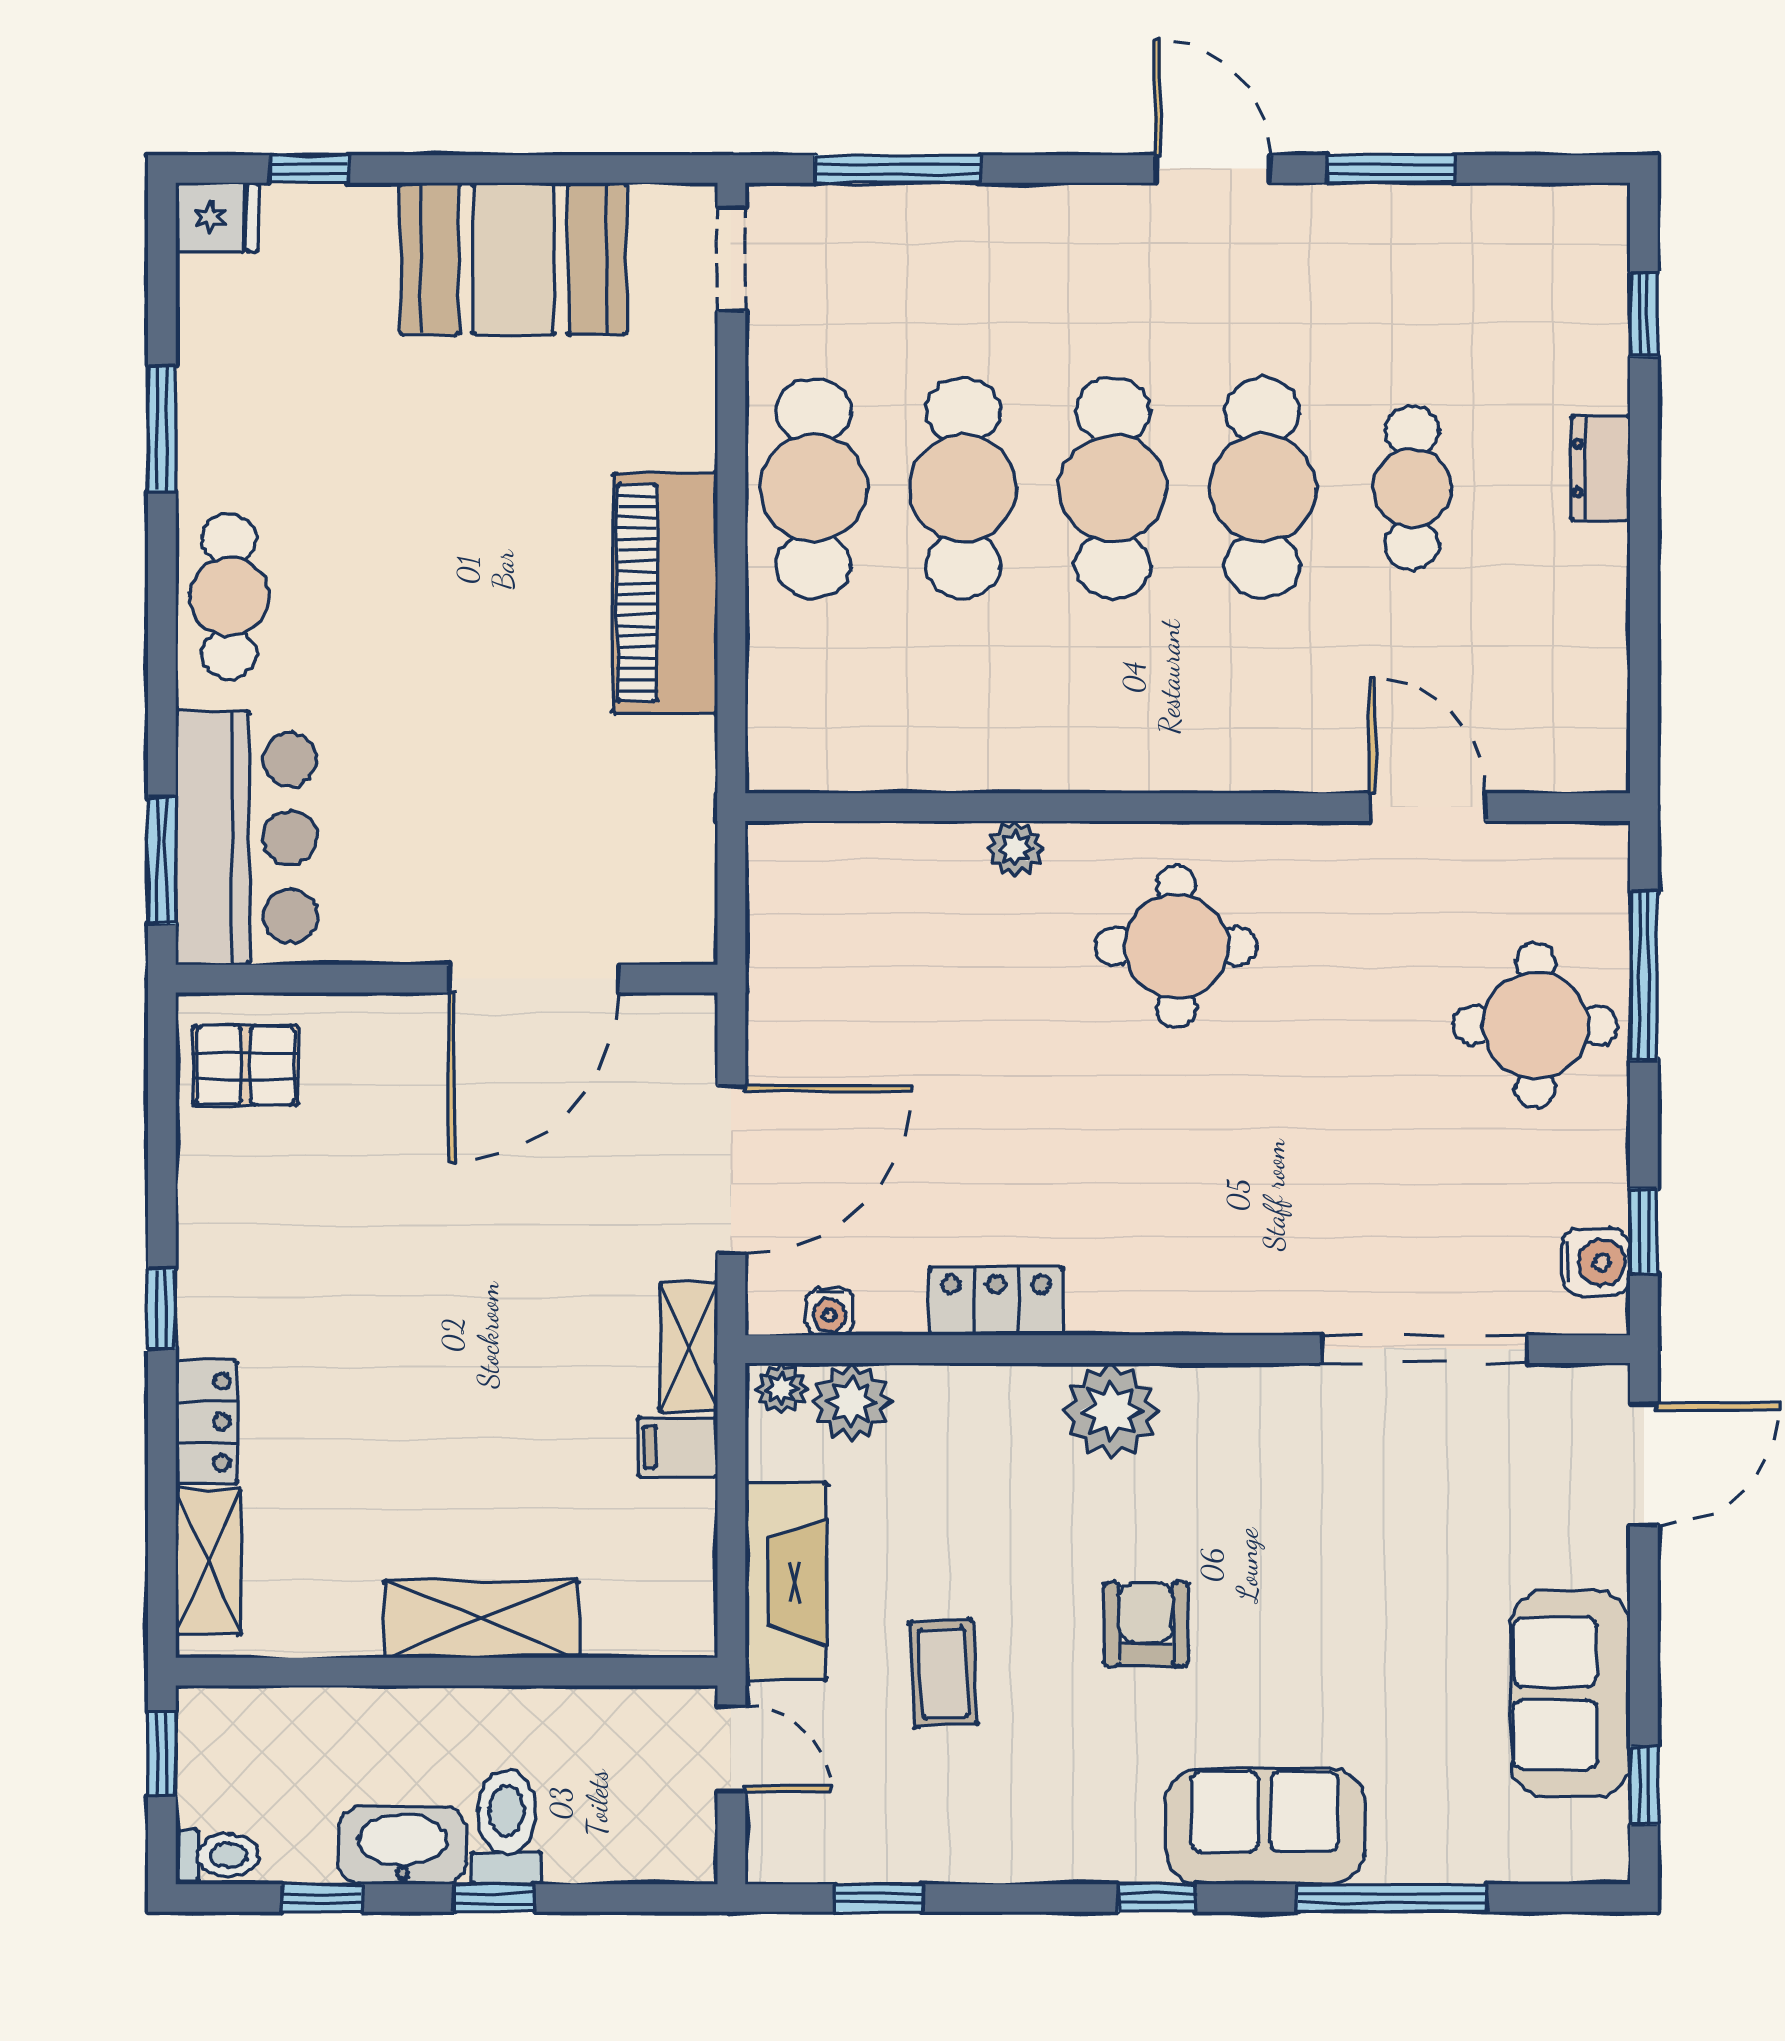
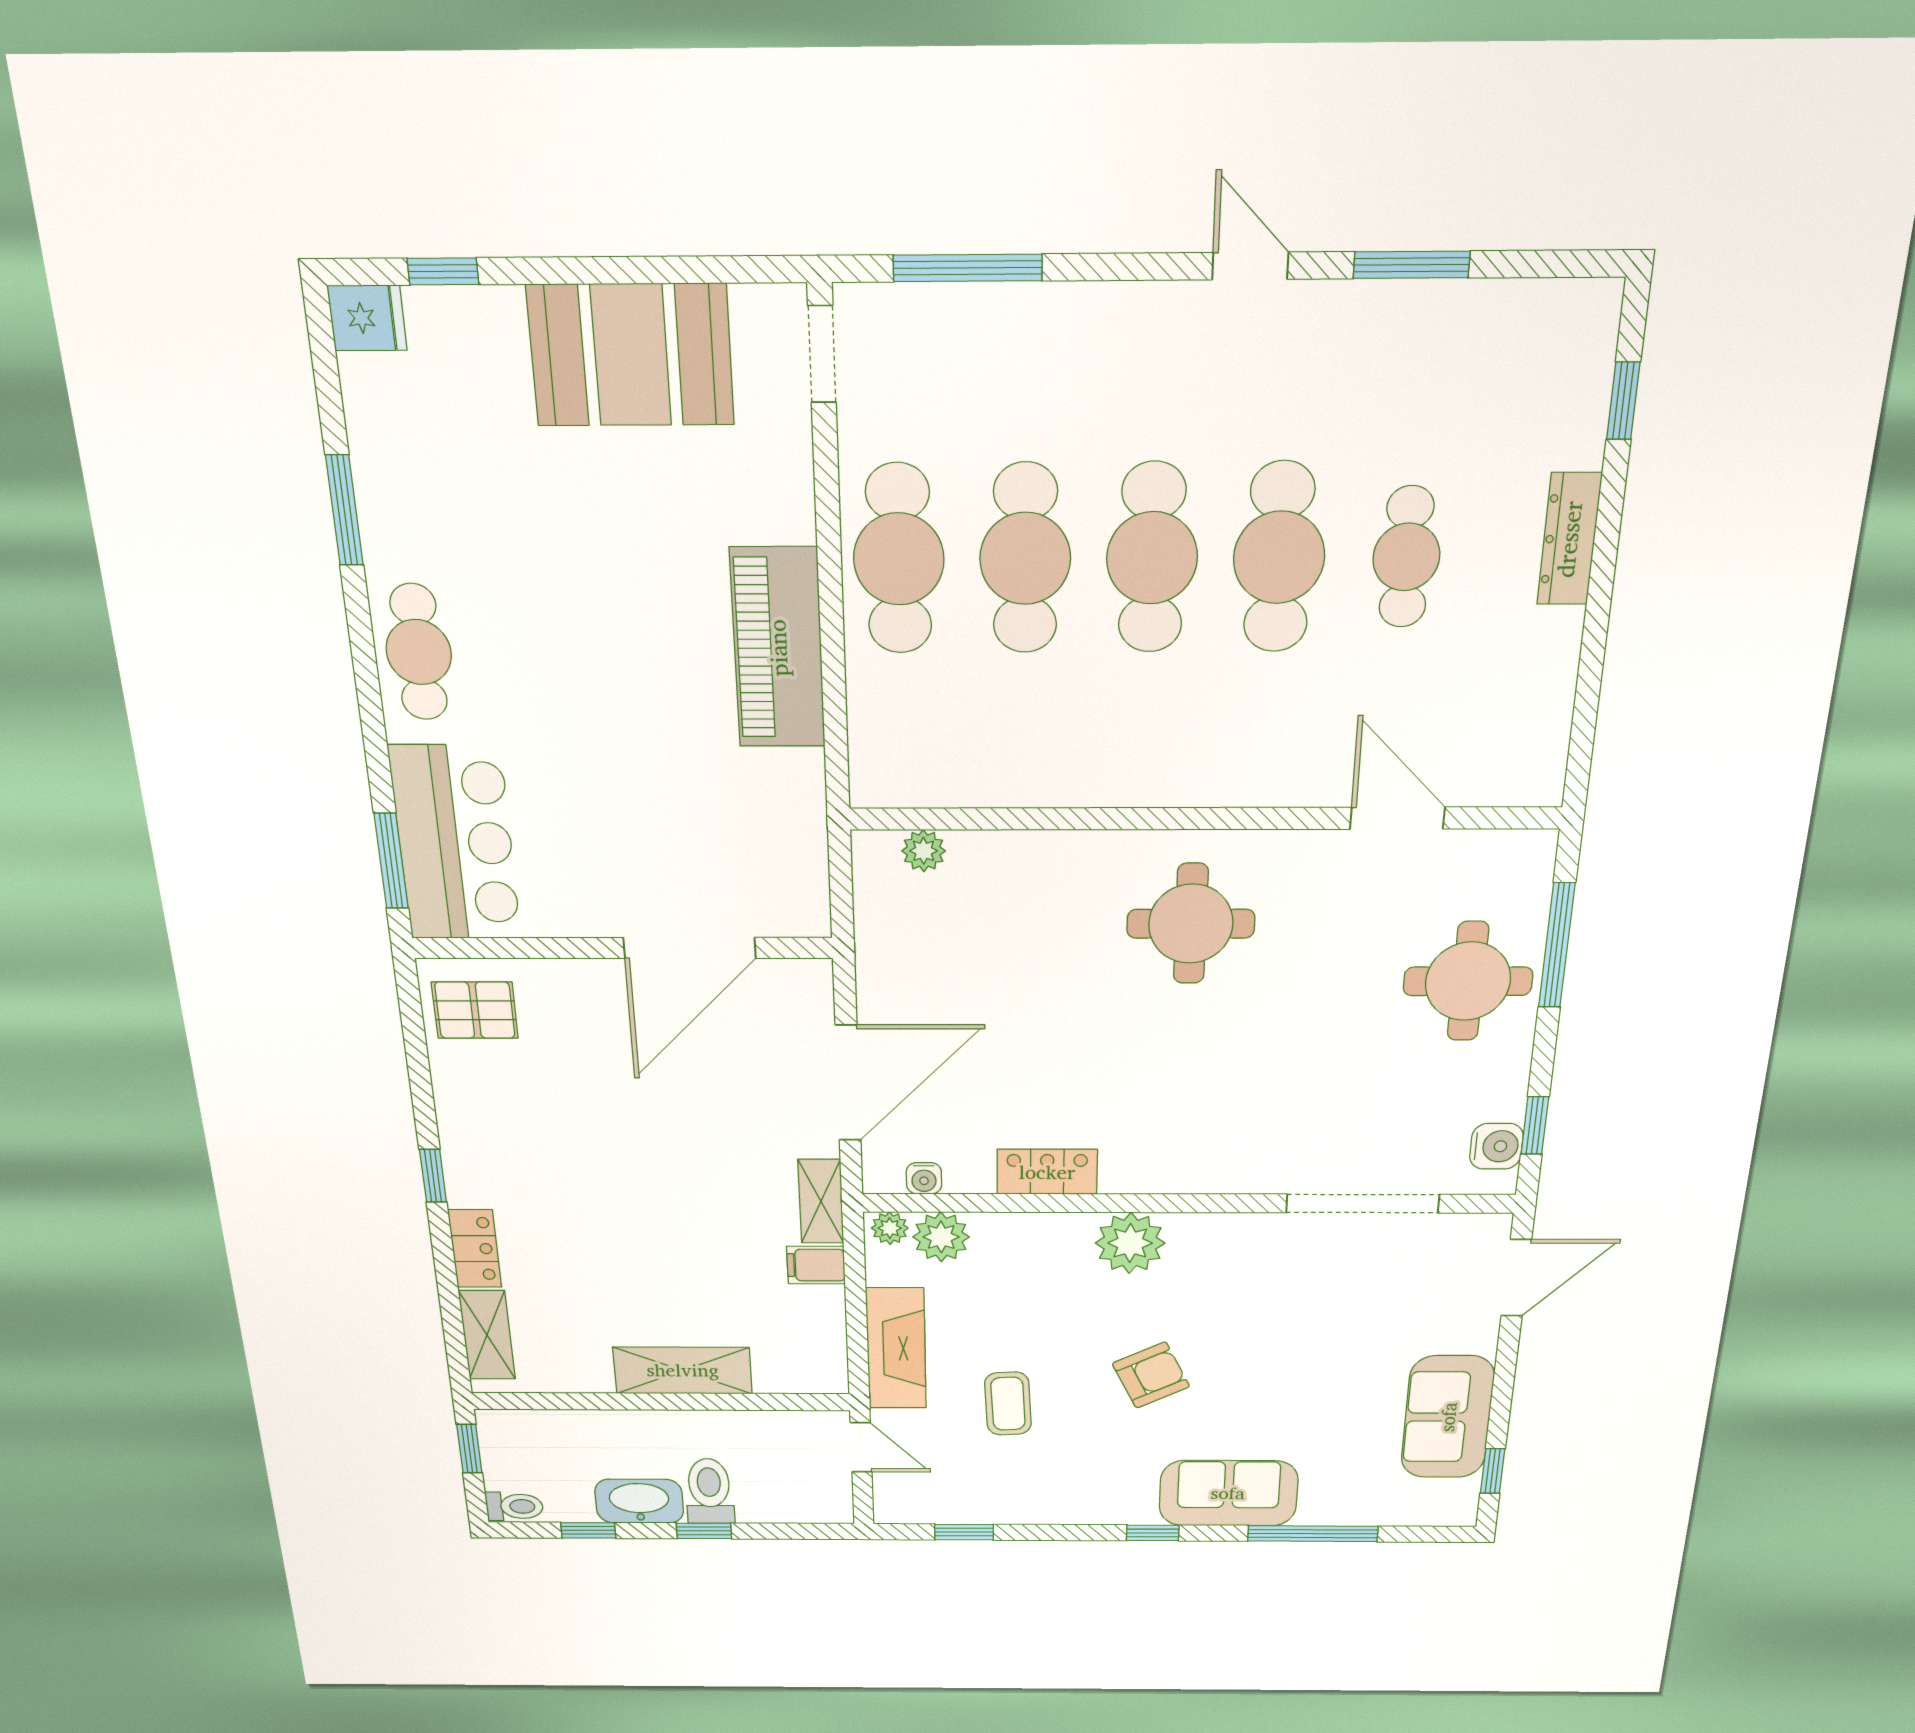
door: (1212, 169) -> (1250, 266), width x0.73
dresser: (1601, 468) -> (1569, 539), width x1.44
plant: (1015, 849) -> (924, 851), moved
armchair: (1146, 1624) -> (1151, 1375), turned 64

